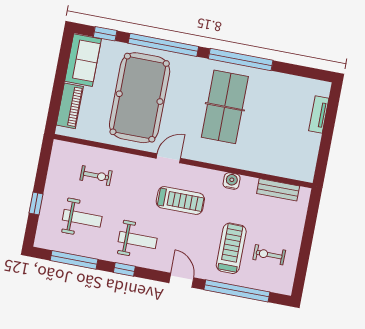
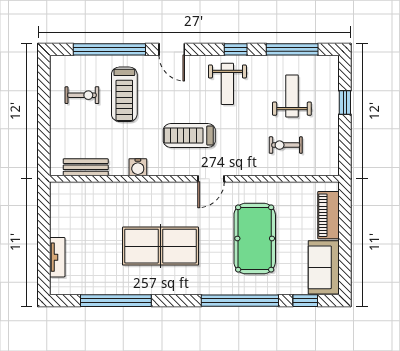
window: (241, 60) -> (116, 301), moved
pool table: (140, 98) -> (255, 238), width x0.73, depth x0.76
table tennis table: (225, 107) -> (160, 246), turned 90
weight bench: (82, 218) -> (292, 96), turned 90
weight bench: (138, 240) -> (227, 84), turned -90

